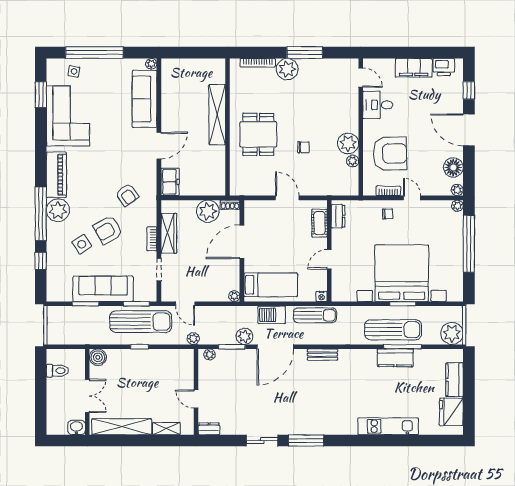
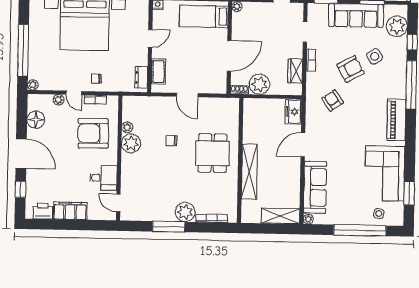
shelving: (182, 67) -> (280, 216), added
plant: (457, 190) -> (59, 100), moved
plant: (58, 210) -> (397, 26), moved
wardrobe: (169, 233) -> (295, 71), width x0.67

